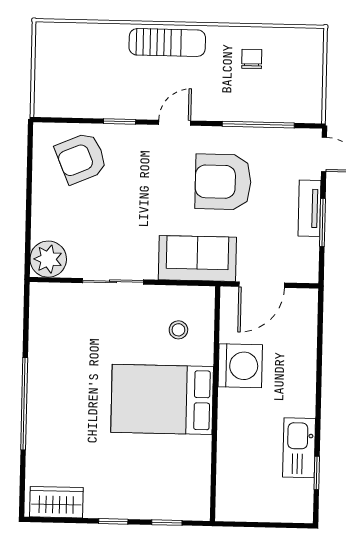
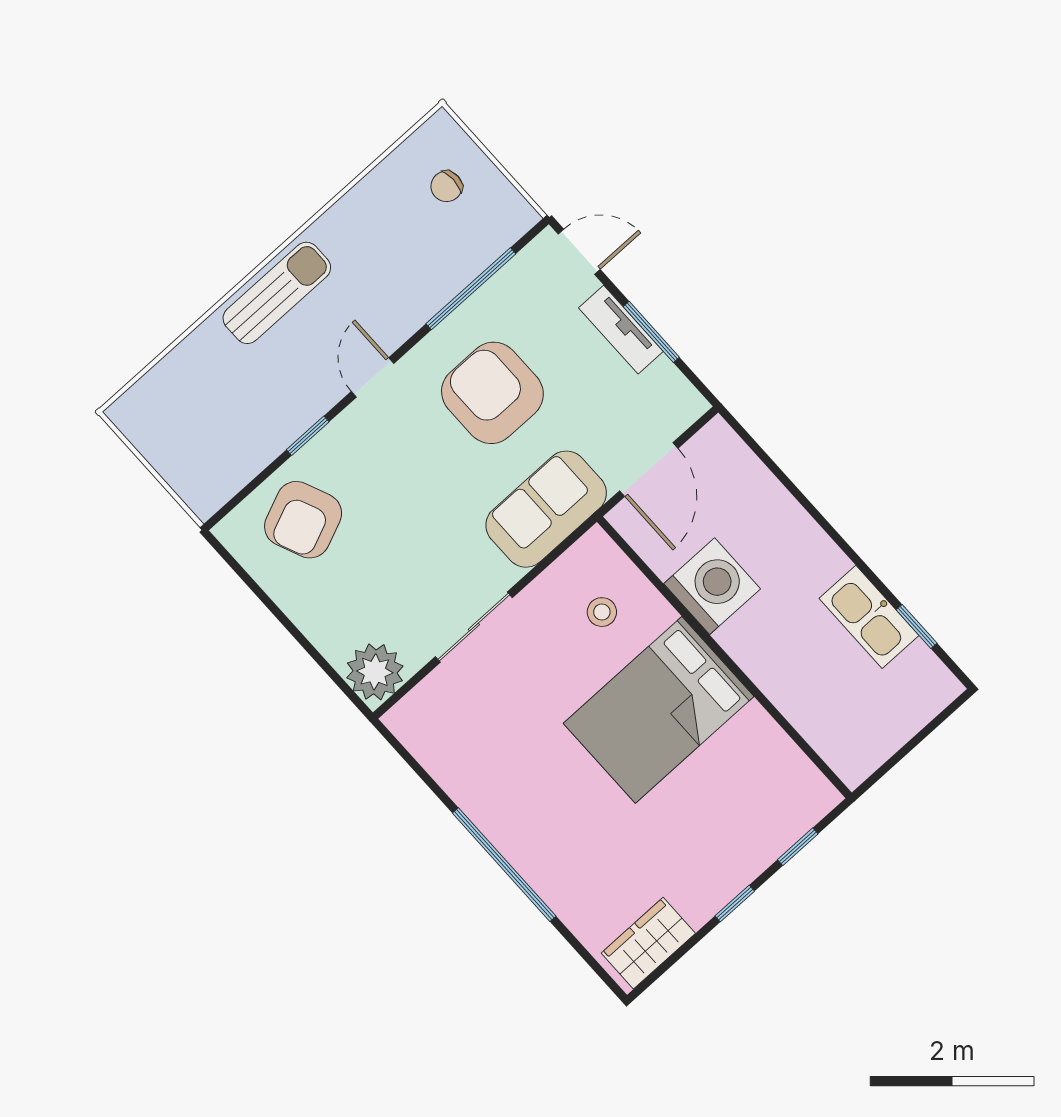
chair: (252, 59) -> (447, 186), moved, turned -90
armchair: (223, 182) -> (492, 393), turned 90

